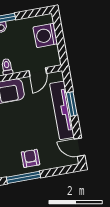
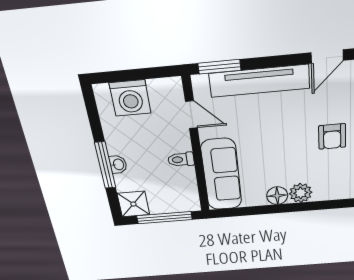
window: (72, 104) -> (219, 67), moved
armchair: (30, 158) -> (332, 136), turned -90

